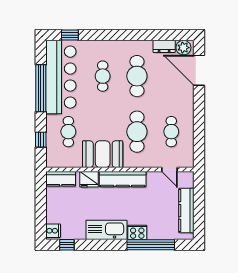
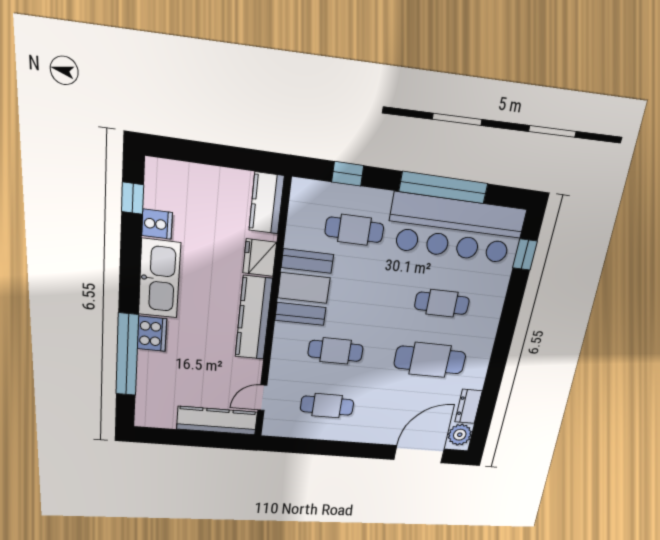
cafe table: (137, 132) -> (336, 351), width x0.73, depth x0.74
kitchen counter: (186, 211) -> (217, 421), moved
cooker: (53, 231) -> (157, 224), moved, turned -90

